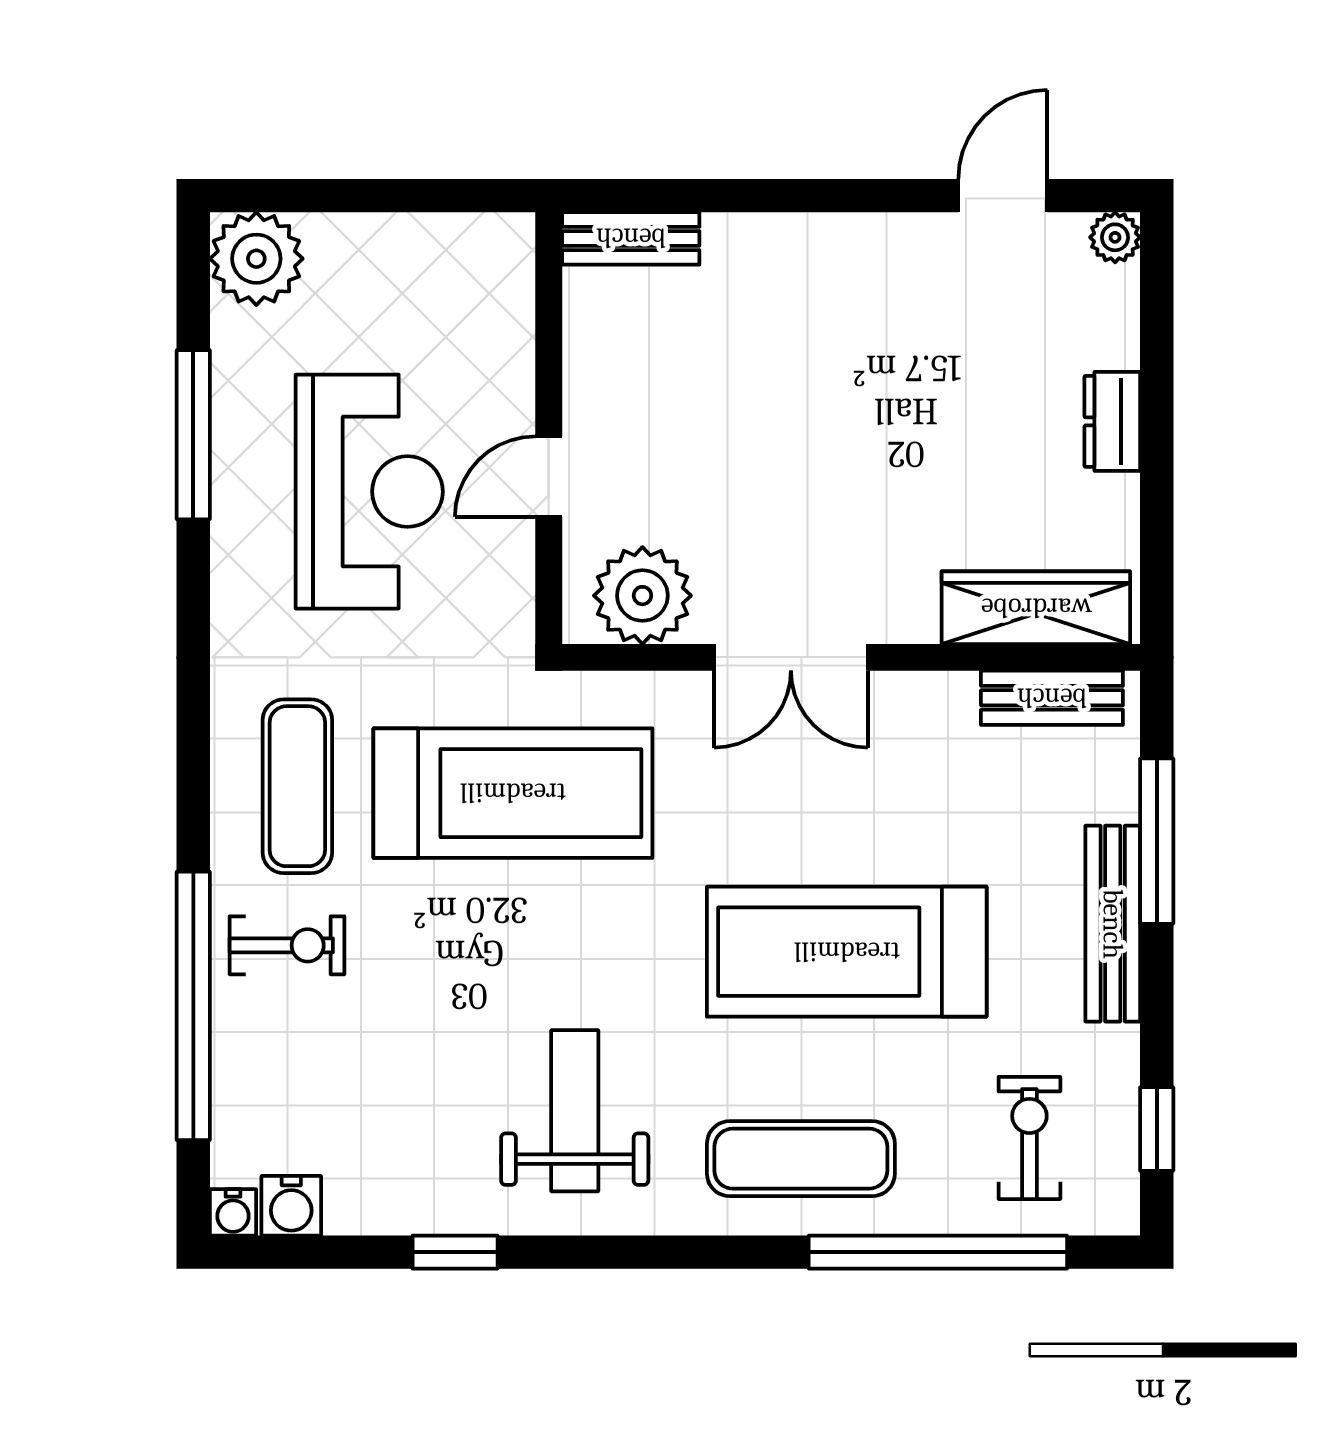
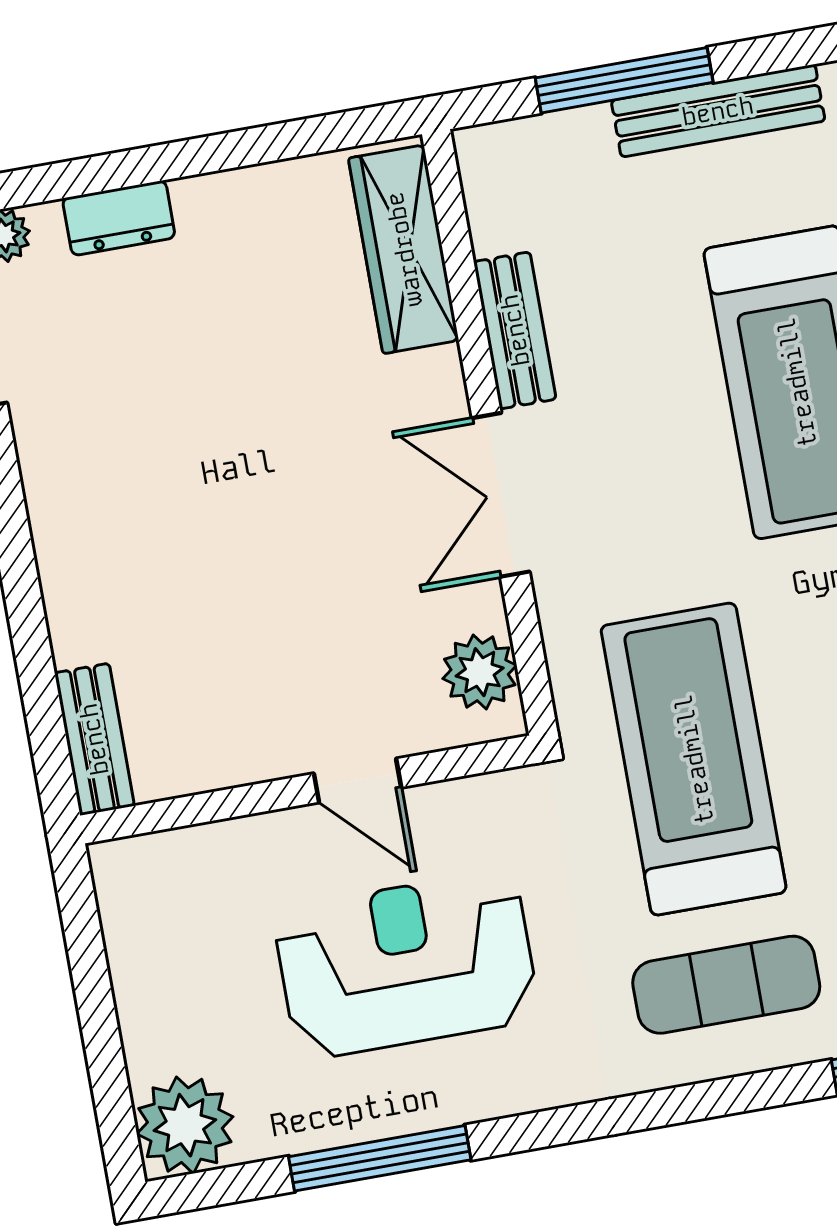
dresser: (1112, 421) -> (119, 218), moved
plant: (642, 596) -> (480, 672), width x0.73, depth x0.73
double door: (791, 657) -> (501, 495), swing flipped
bench: (1052, 698) -> (515, 330), moved

